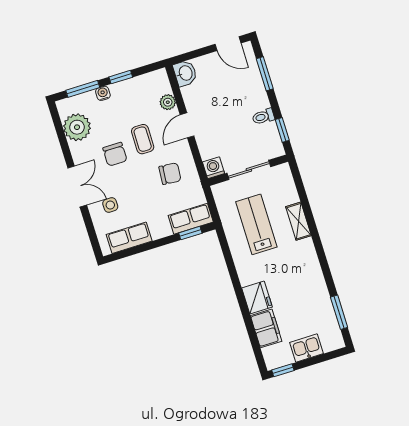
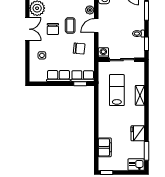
double door: (77, 186) -> (27, 29), moved
row of seats: (129, 238) -> (58, 76), moved
fridge: (257, 298) -> (138, 133), moved, turned 180
kitchen sink: (307, 348) -> (136, 165), moved

